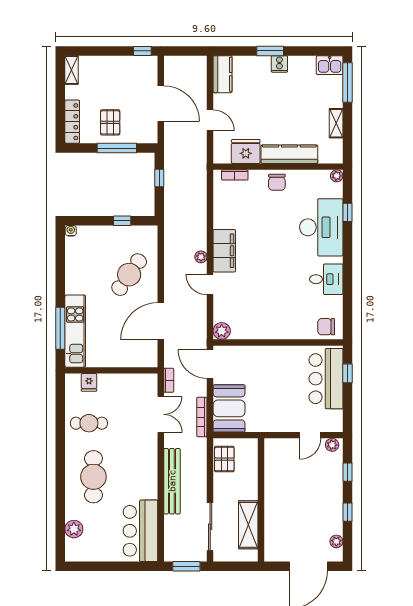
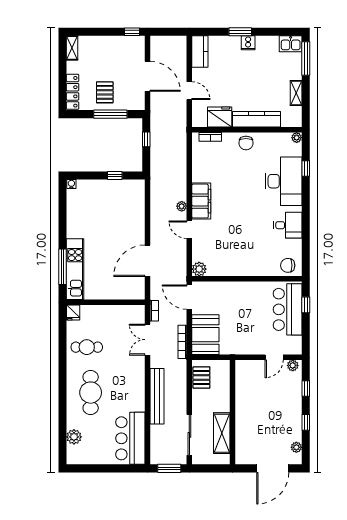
cafe table: (129, 275) -> (121, 221), removed
fridge: (89, 382) -> (73, 313), moved
double door: (161, 414) -> (148, 340), swing flipped

